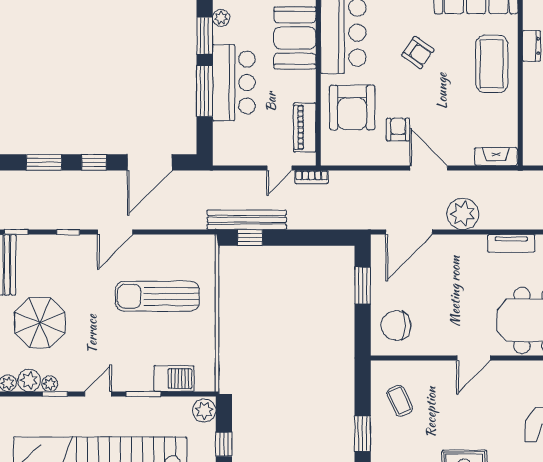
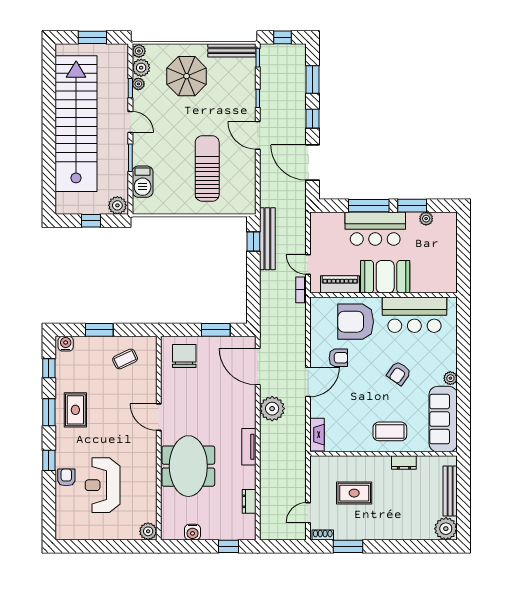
booth: (295, 38) -> (385, 277), moved
coffee table: (492, 64) -> (390, 431), width x0.73, depth x0.76

